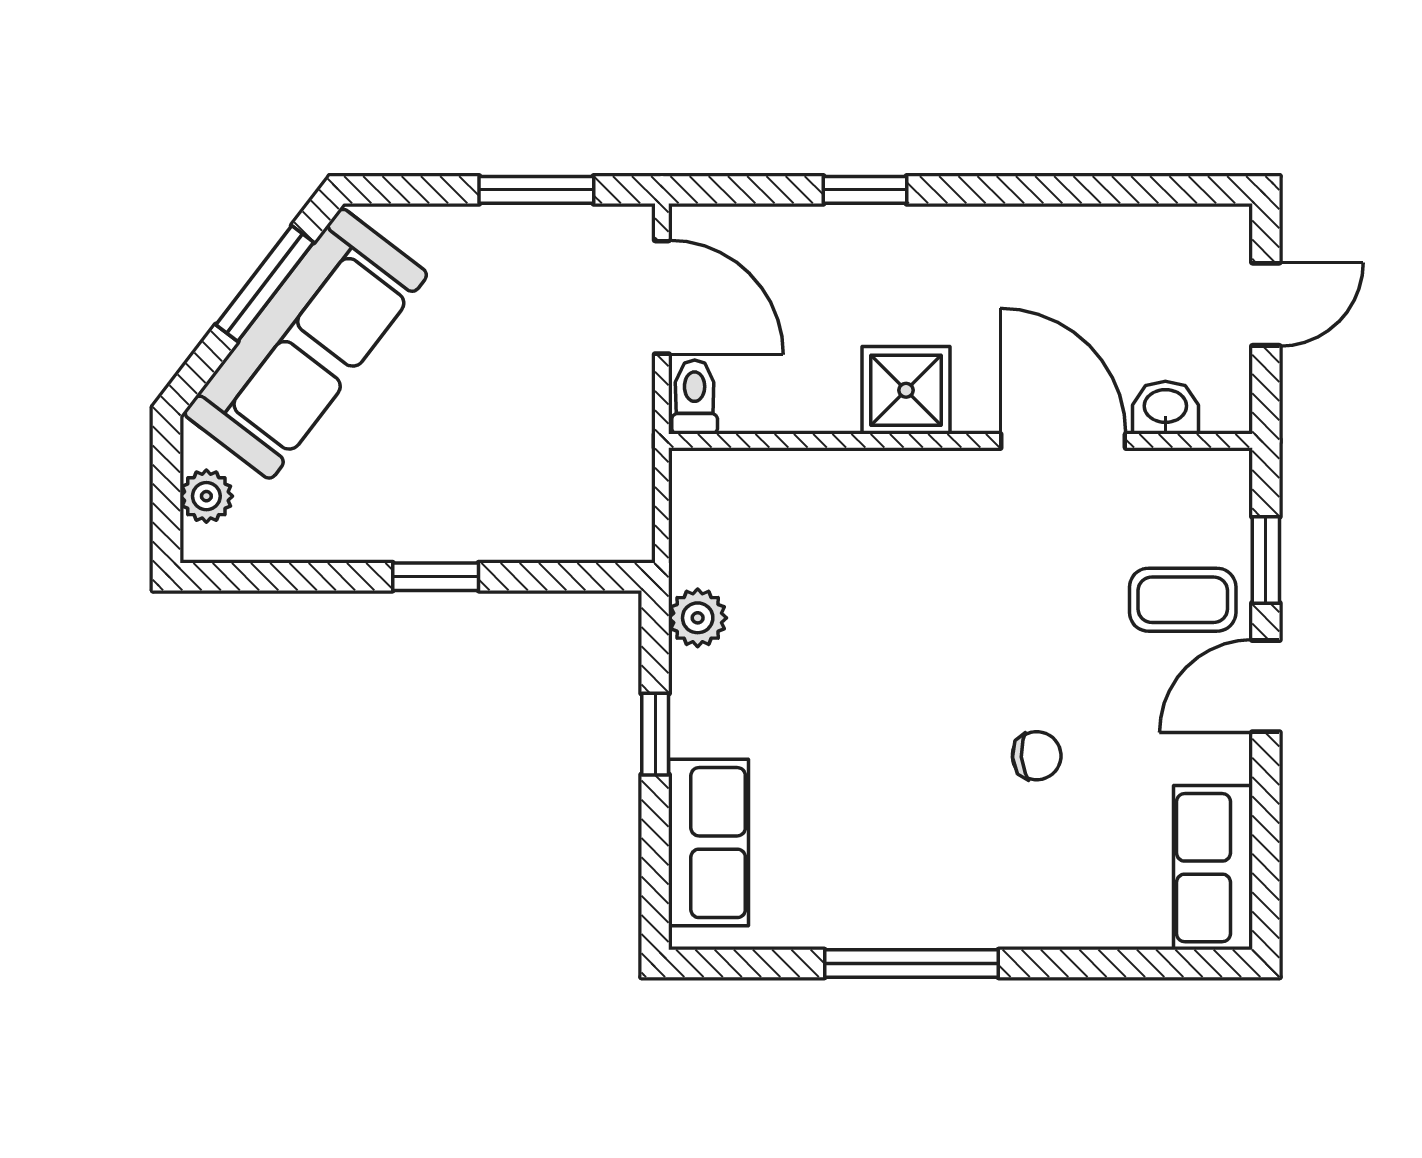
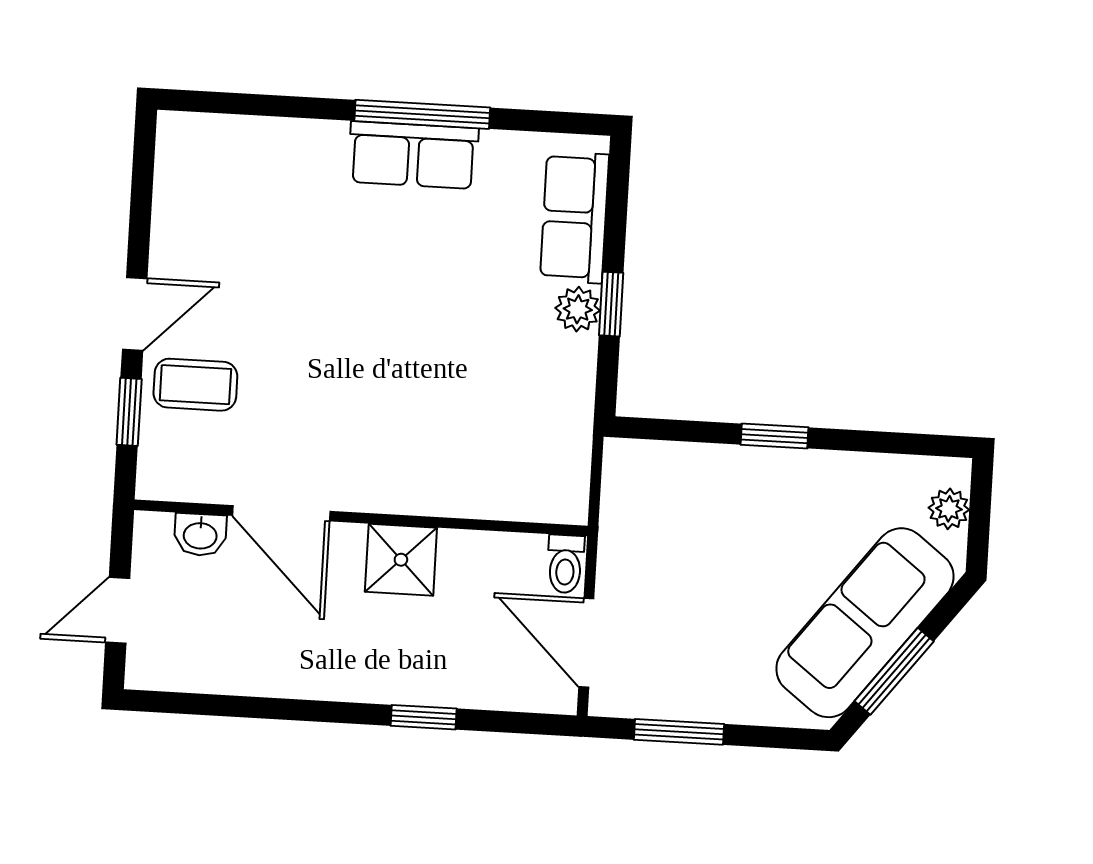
plant: (698, 618) -> (578, 309), moved
chair: (1037, 756) -> (316, 270), removed
row of seats: (1213, 868) -> (413, 155), moved, turned 90

